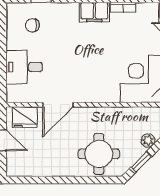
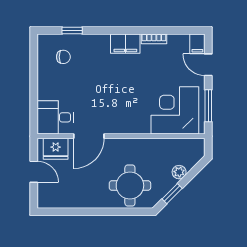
chair: (32, 25) -> (63, 57), turned 180
desk: (24, 67) -> (55, 117), moved

